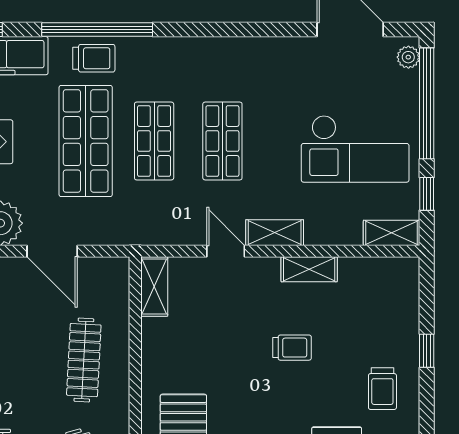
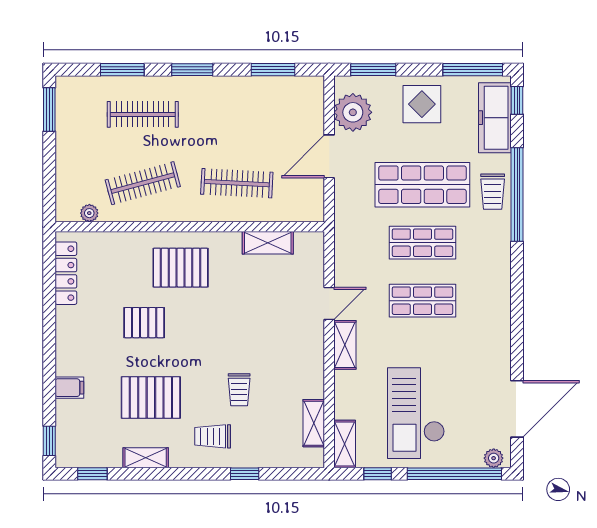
shelving: (309, 269) -> (314, 423), moved
shelving: (154, 286) -> (268, 243), moved
trolley: (292, 348) -> (239, 390), moved

